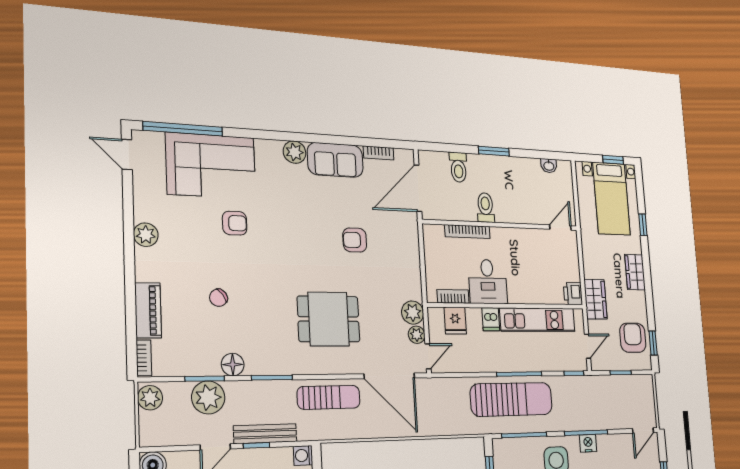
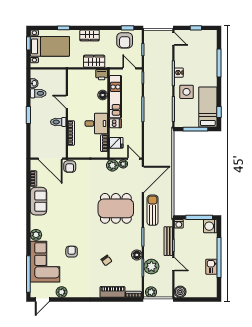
plant: (295, 152) -> (36, 235), moved
toilet: (458, 167) -> (38, 93), moved
door: (560, 227) -> (67, 102), moved
plant: (146, 235) -> (62, 292), moved
armchair: (355, 240) -> (70, 167), moved
floor lamp: (539, 295) -> (103, 95), added
wardrobe: (596, 299) -> (94, 61), moved
dining table: (329, 319) -> (116, 208), width x1.38
armchair: (633, 338) -> (125, 40), turned -90
sun lounger: (512, 399) -> (156, 115), removed

